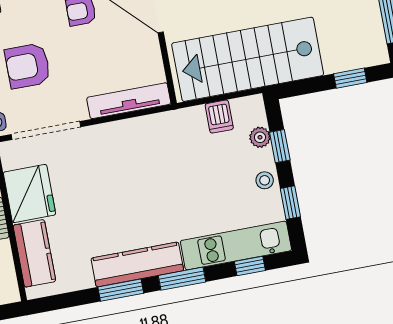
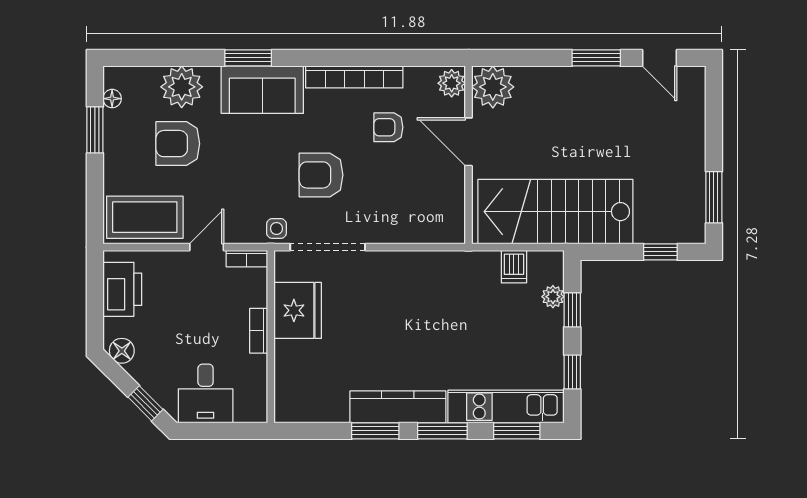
tv unit: (129, 101) -> (421, 232), removed
stool: (265, 180) -> (549, 343), removed
kitchen counter: (34, 253) -> (291, 375), removed
window: (250, 266) -> (517, 431), width x1.50

